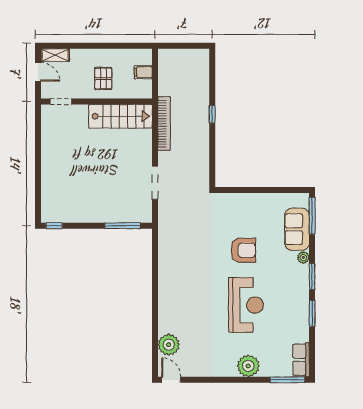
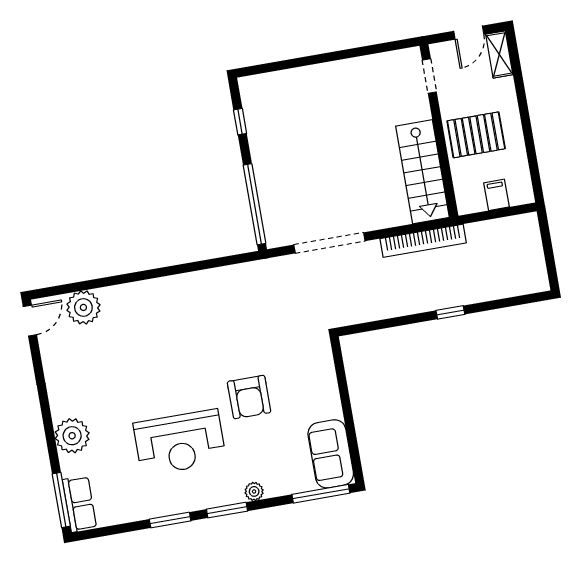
pallet: (103, 79) -> (476, 135), width x1.50, depth x1.42
doorway: (155, 183) -> (329, 243), width x1.36
window: (54, 226) -> (240, 122), moved
window: (123, 226) -> (254, 204), width x1.46
sofa: (297, 229) -> (331, 454), moved, turned -90
reception desk: (246, 305) -> (180, 443), moved
row of seats: (301, 360) -> (80, 504), moved, turned 90

